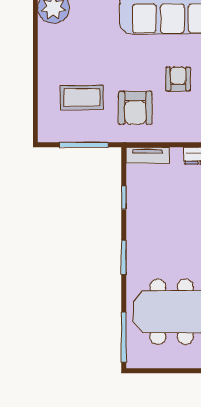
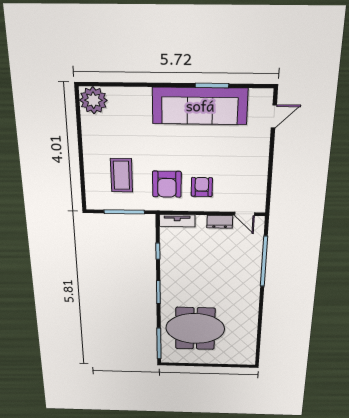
armchair: (178, 79) -> (202, 187), moved
coffee table: (82, 97) -> (121, 175), turned 90

